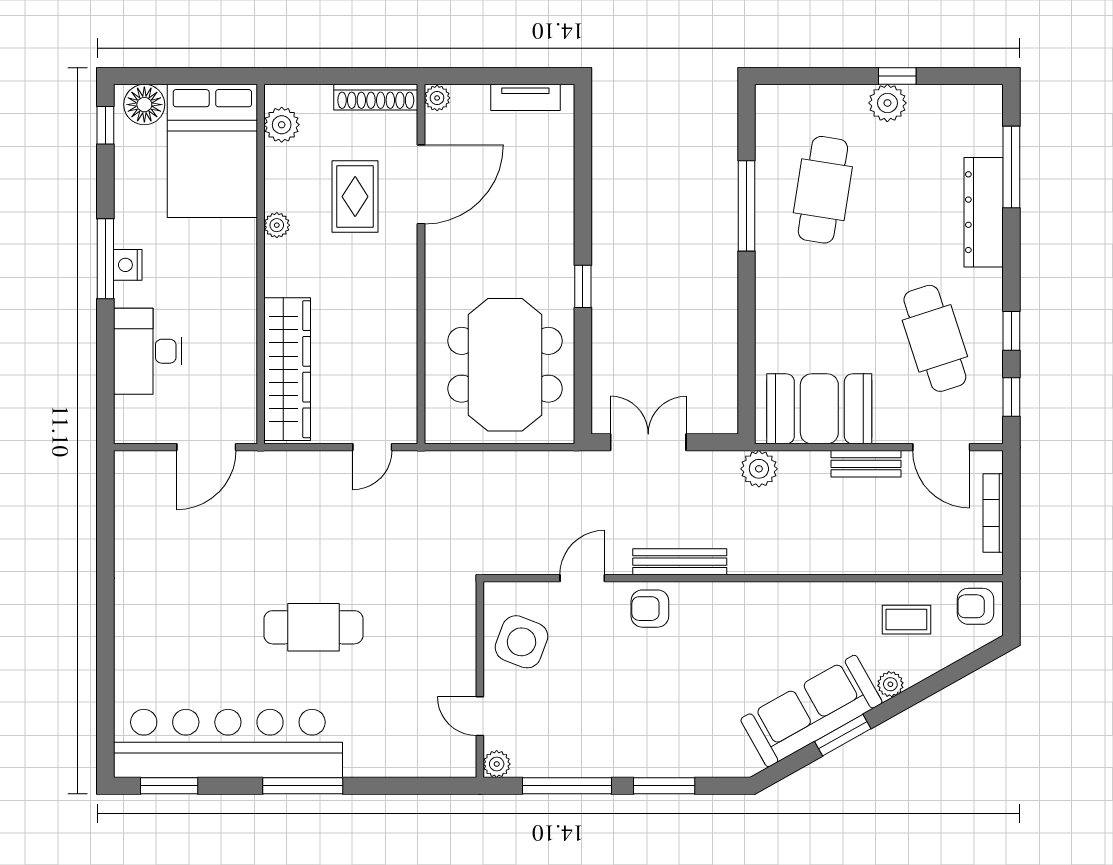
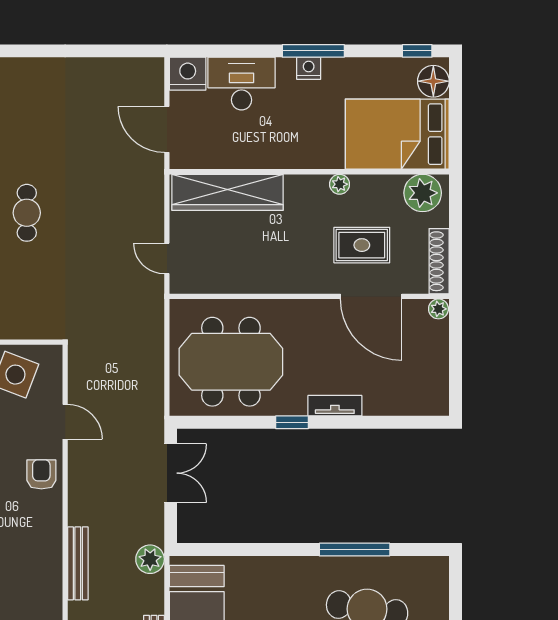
tv unit: (525, 97) -> (335, 406), moved, turned 90
plant: (282, 125) -> (423, 193), width x1.36, depth x1.36
nightstand: (135, 420) -> (188, 74), added
bench: (680, 562) -> (78, 563), moved
cafe table: (314, 627) -> (27, 213), width x0.73, depth x0.74

